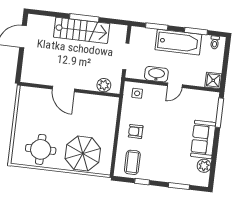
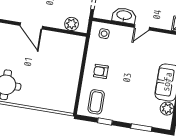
parasol: (83, 154) -> (47, 91), removed

